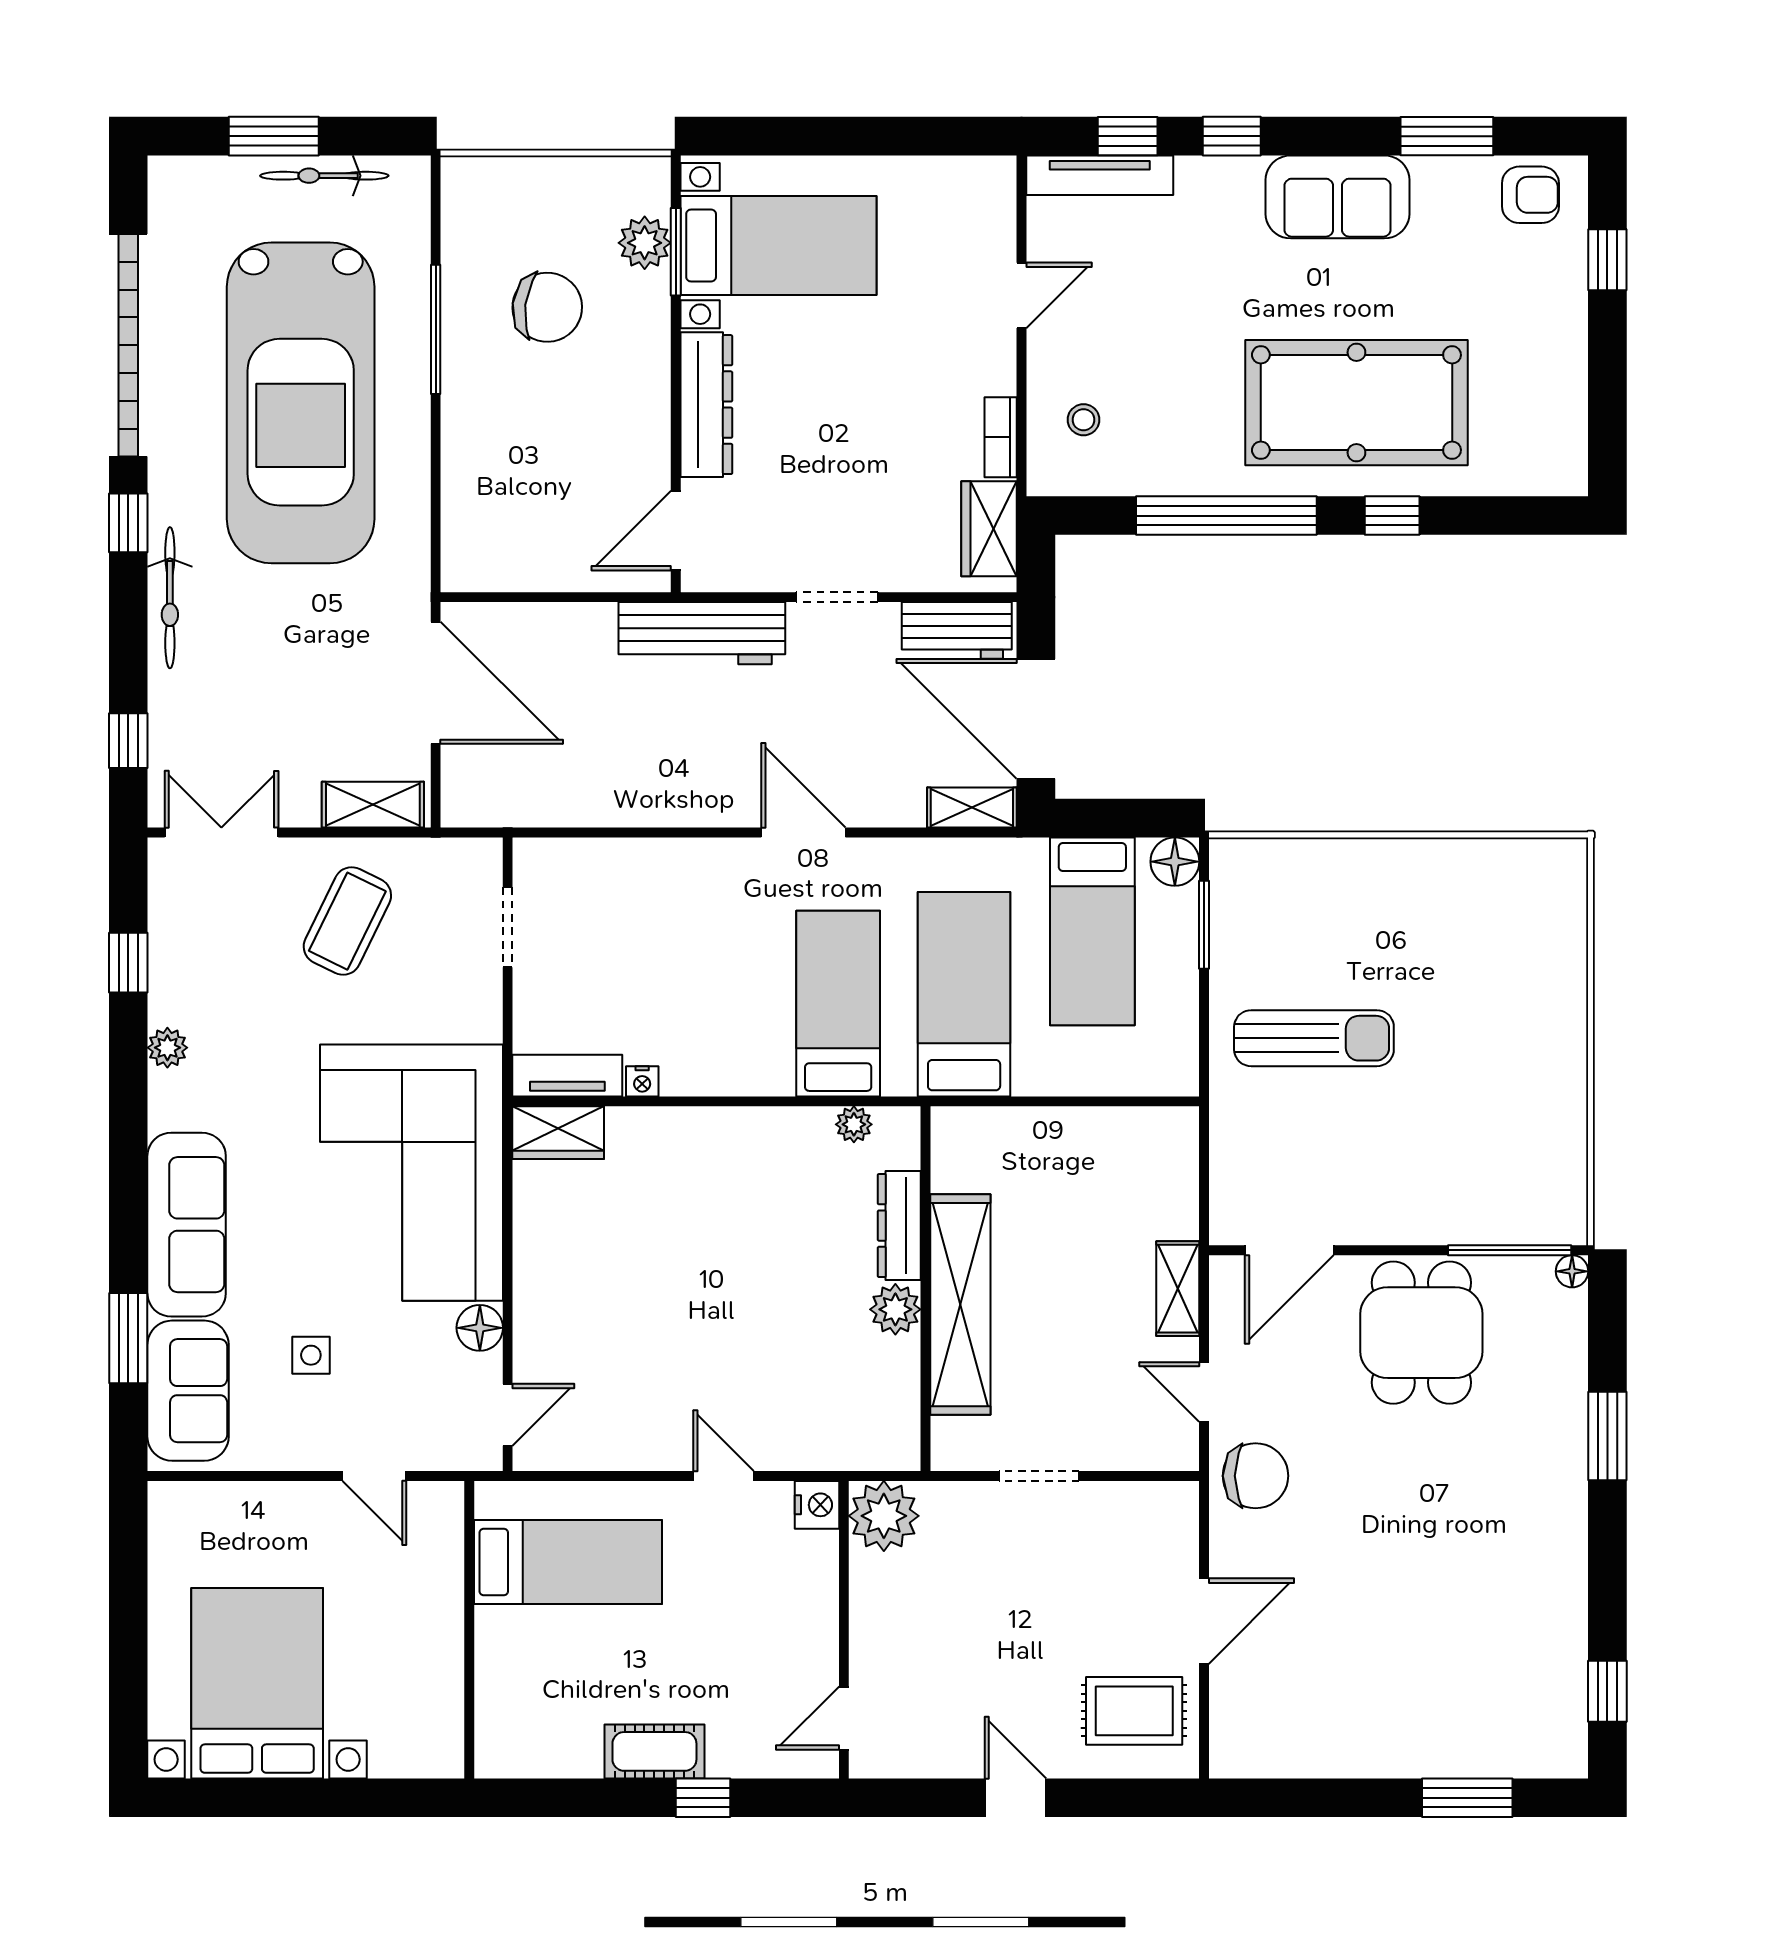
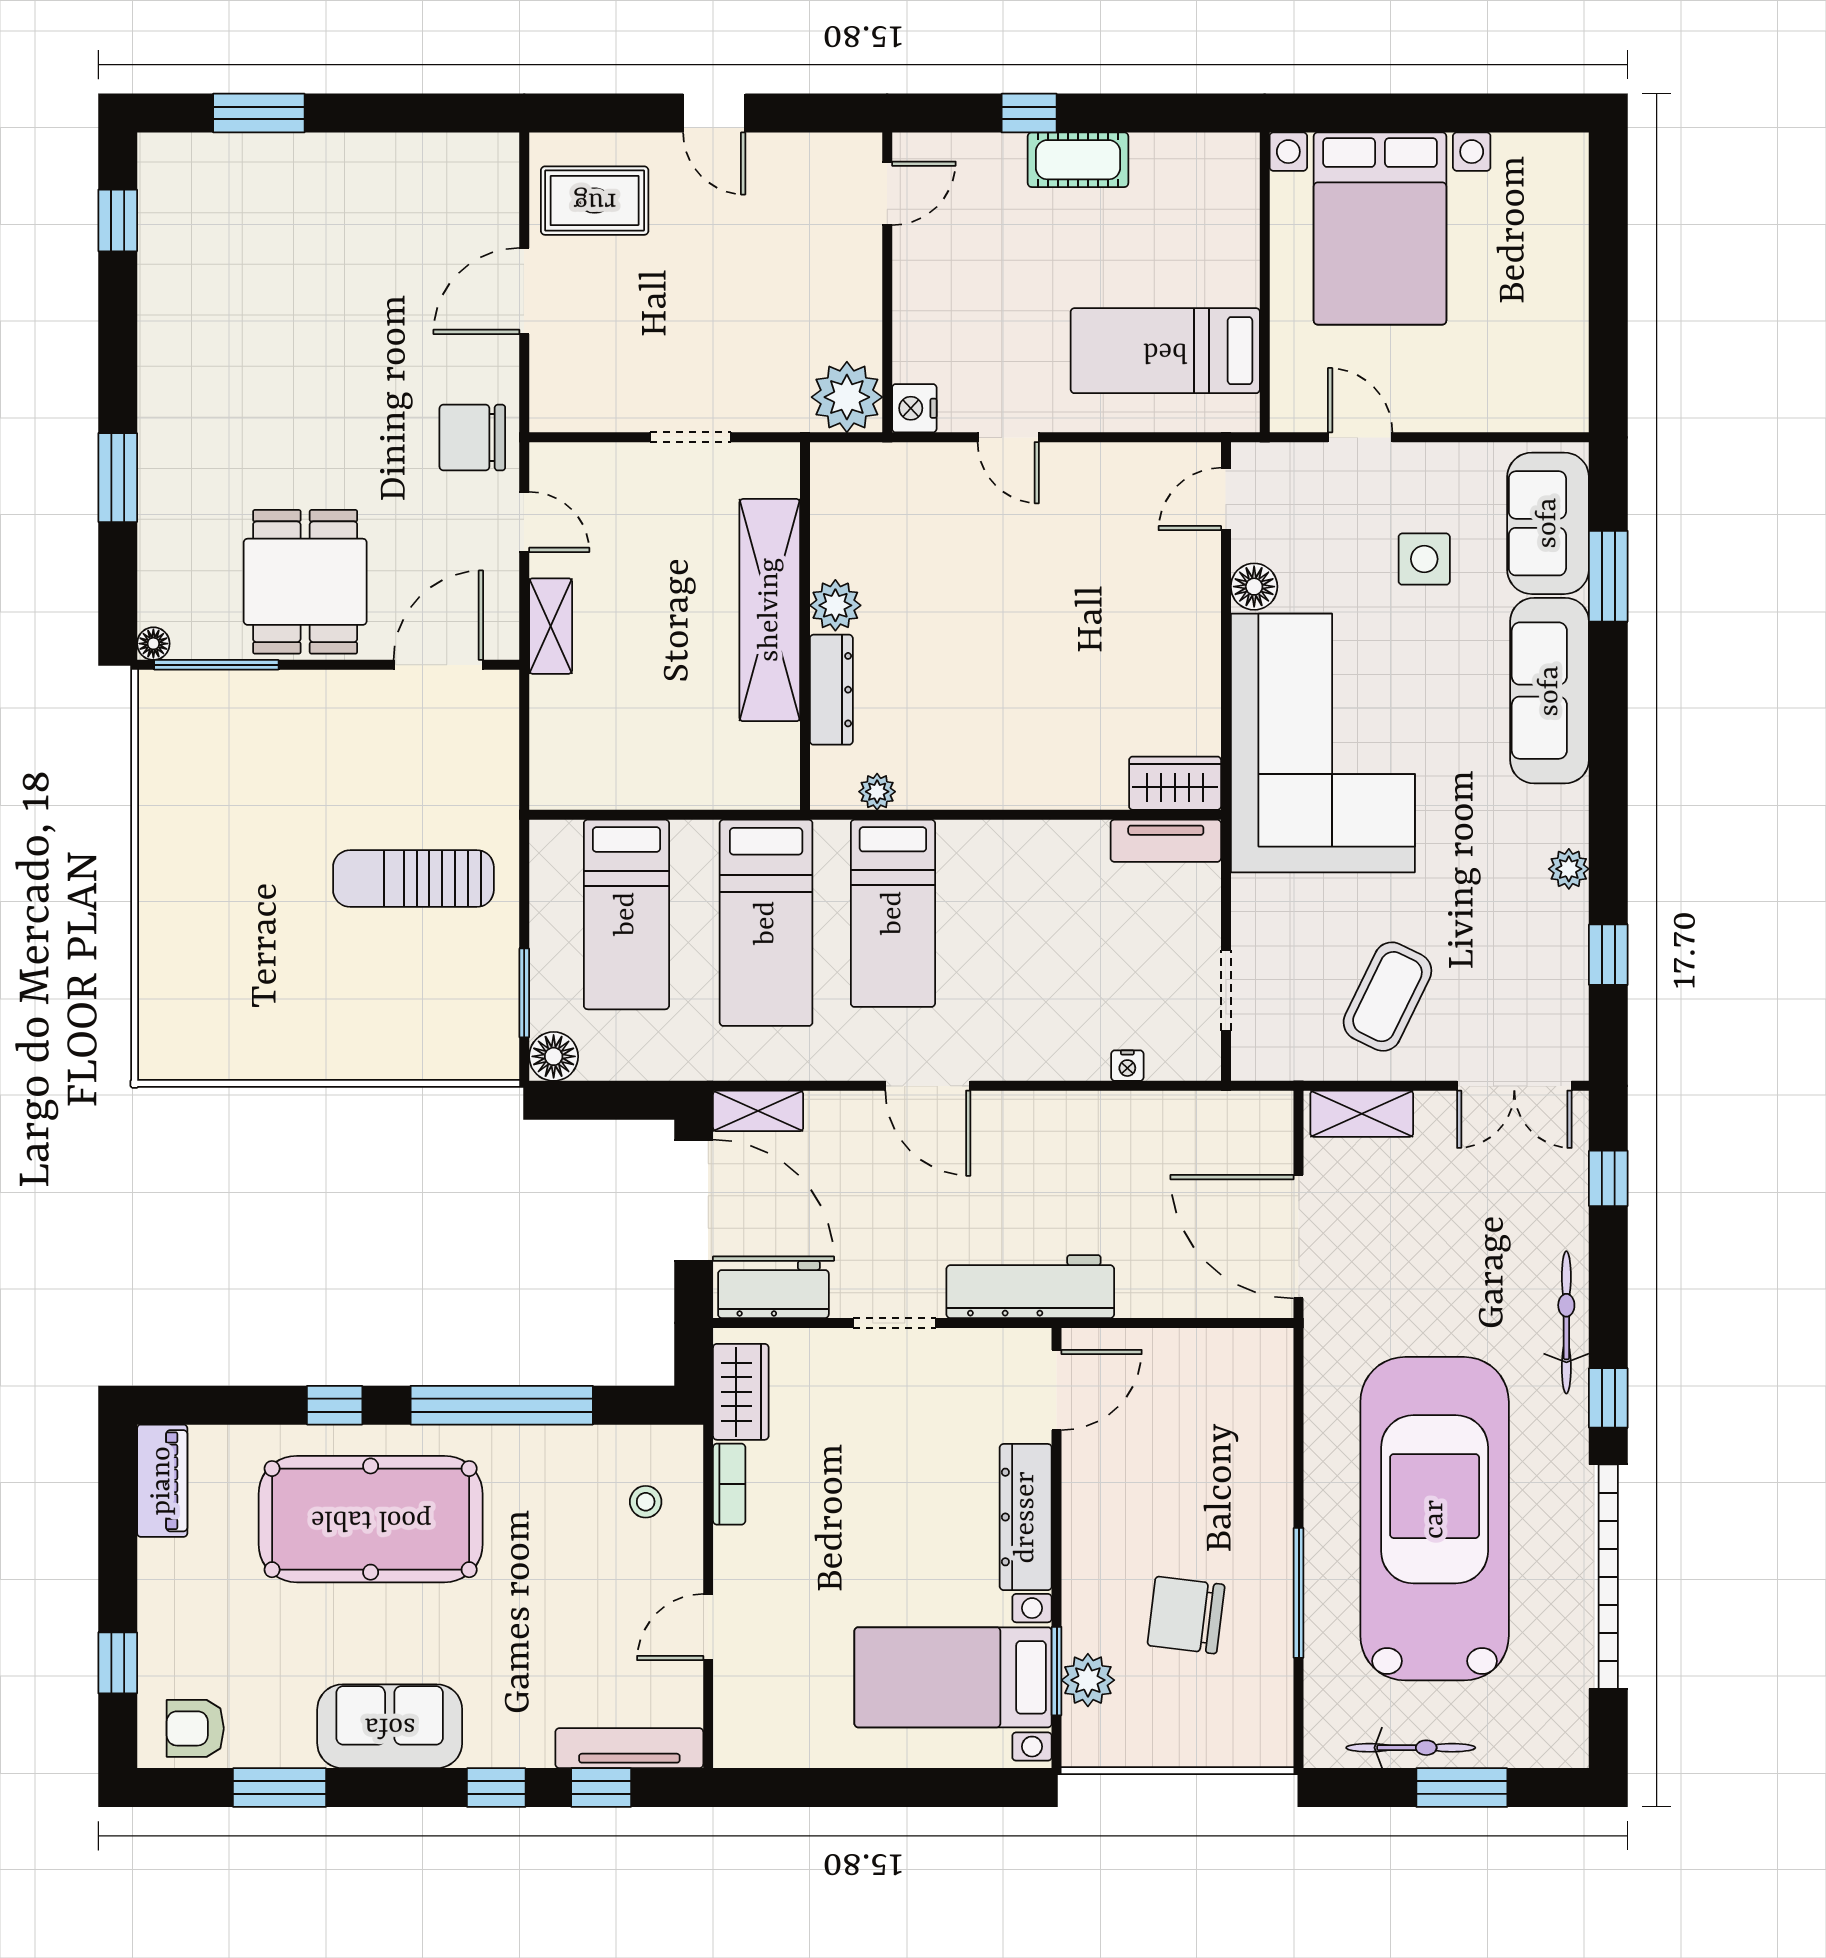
piano: (1563, 441) -> (162, 1481), added
bed: (1092, 931) -> (626, 914), moved, turned 180
nightstand: (642, 1081) -> (1127, 1066), moved, turned 180
side table: (311, 1355) -> (1424, 559), width x1.37, depth x1.37
bed with nightstands: (257, 1683) -> (1380, 228), moved

